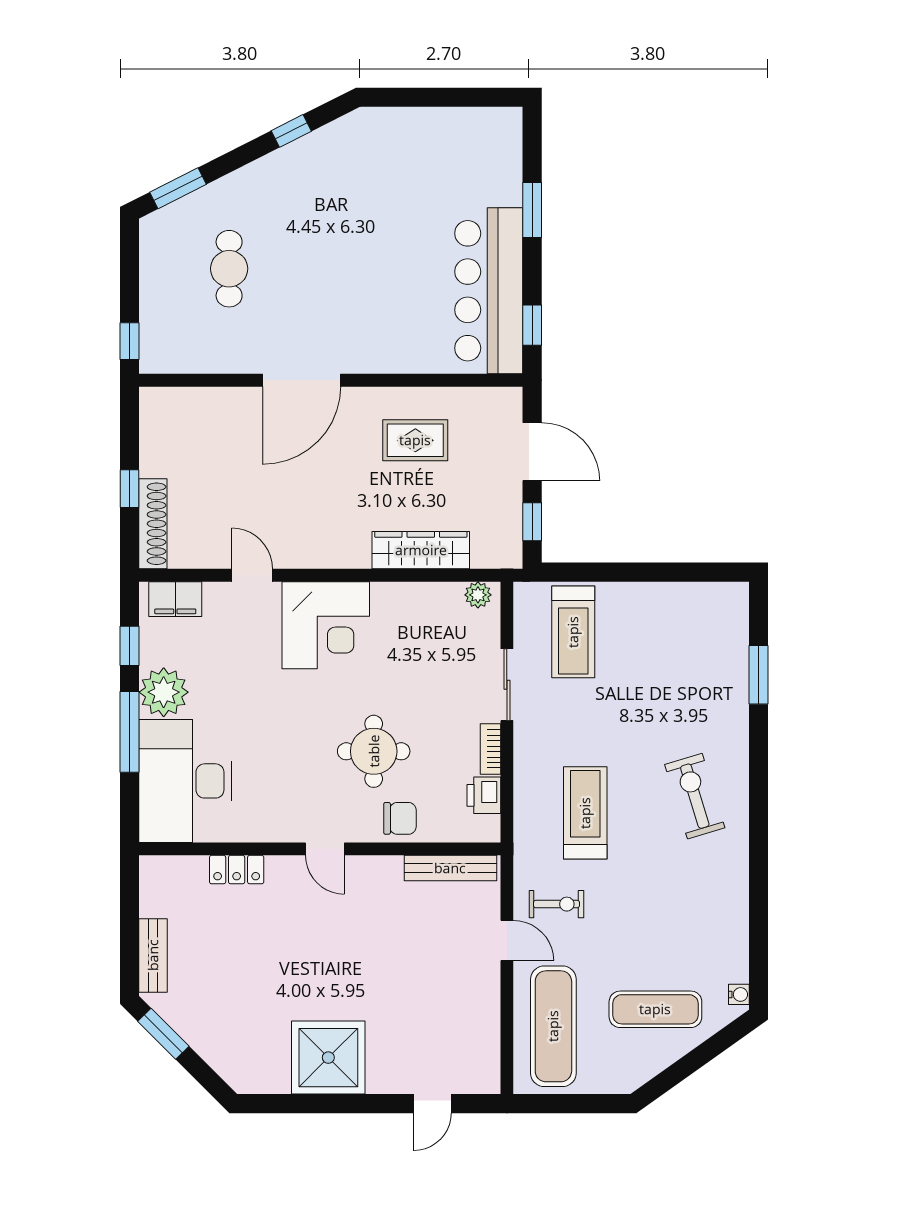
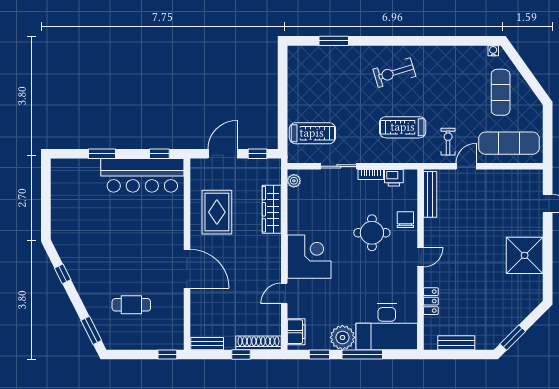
bench: (151, 421) -> (207, 344), added
rug: (415, 440) -> (217, 212), width x1.36, depth x1.43
bench: (153, 955) -> (456, 343), moved

